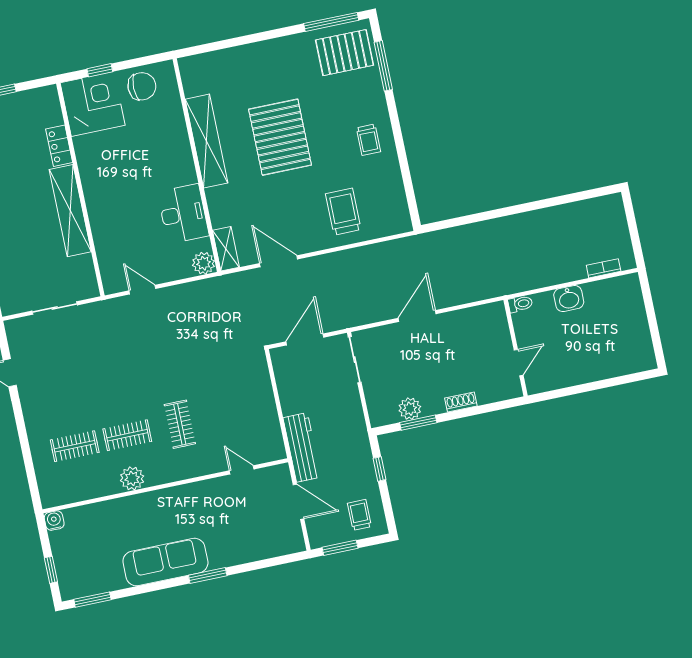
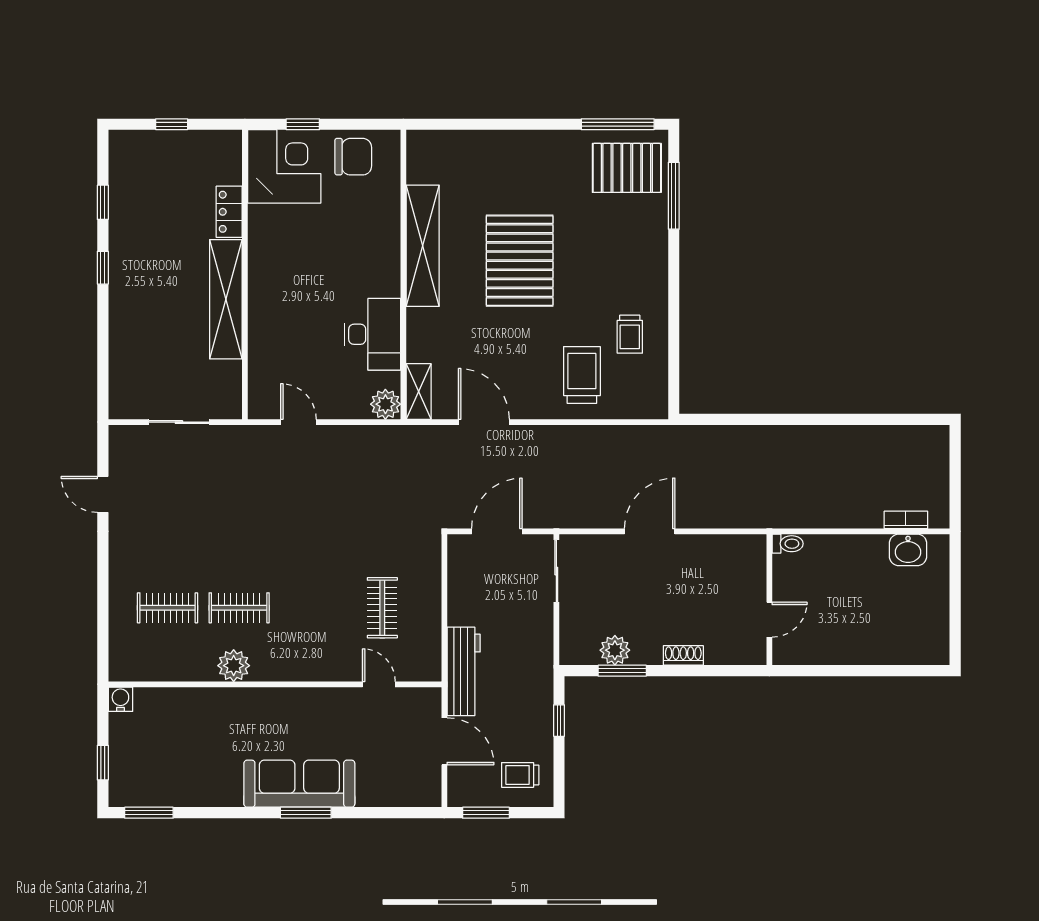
trolley: (368, 140) -> (630, 334), moved
washbasin: (569, 299) -> (908, 550), moved
clothes rail: (180, 424) -> (382, 608), moved
trolley: (359, 515) -> (520, 775), turned -90
sofa: (165, 562) -> (299, 784), moved

